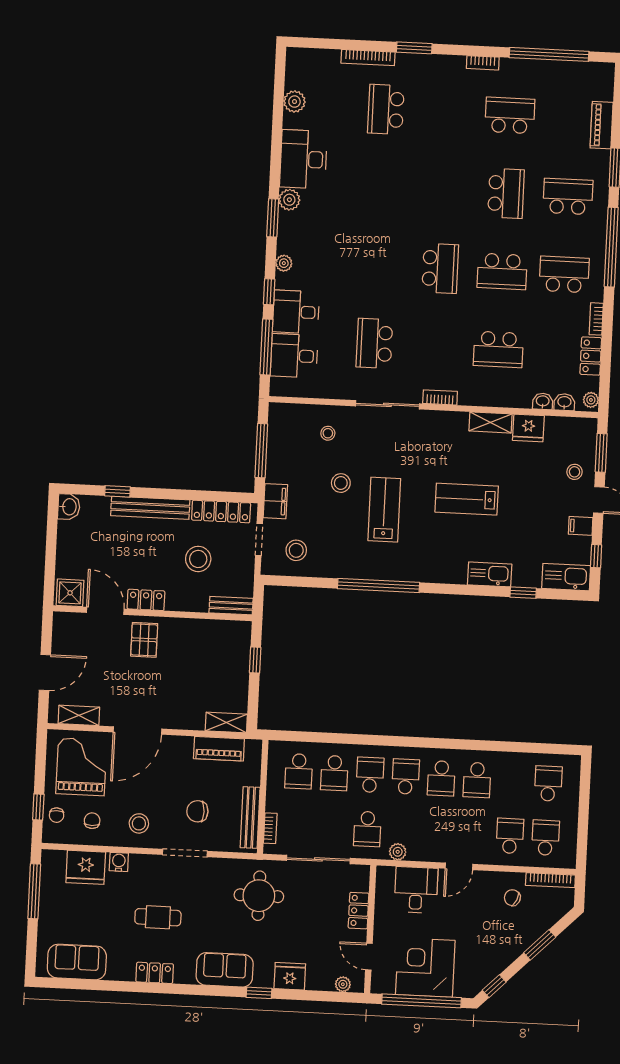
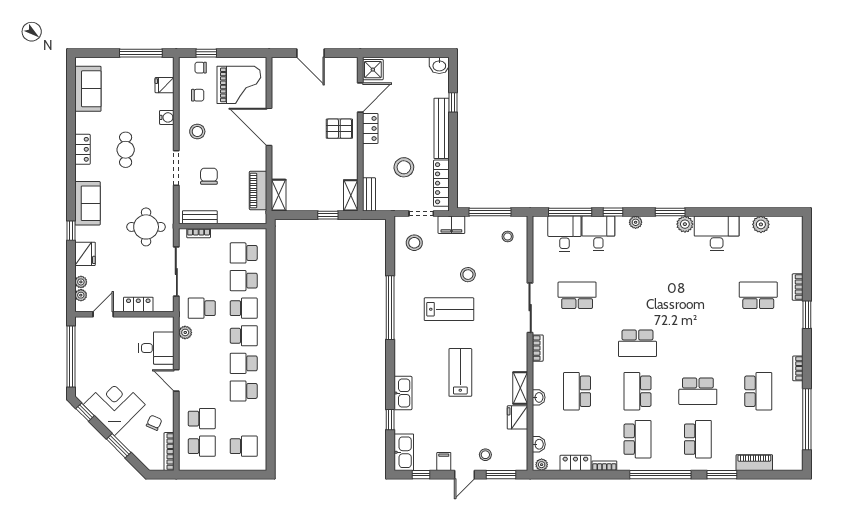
bookcase: (368, 58) -> (798, 287), width x0.64
washbasin: (543, 401) -> (539, 397), moved
stool: (328, 433) -> (508, 236), moved
shelving: (79, 715) -> (351, 195), moved
bench: (250, 818) -> (200, 217), width x0.73
fridge: (86, 867) -> (165, 85), width x0.53, depth x0.75
corner desk: (425, 967) -> (114, 405), moved, turned -45
plant: (326, 983) -> (81, 282), added

